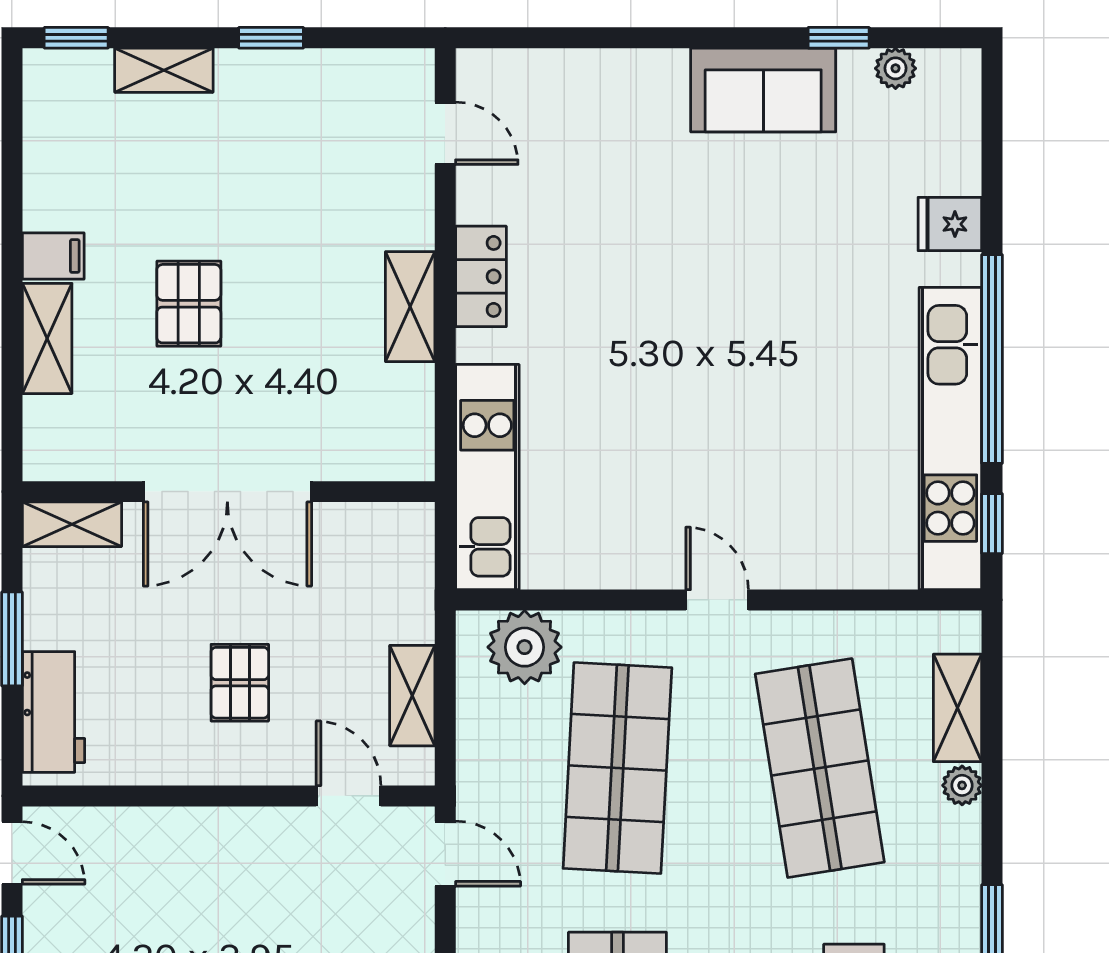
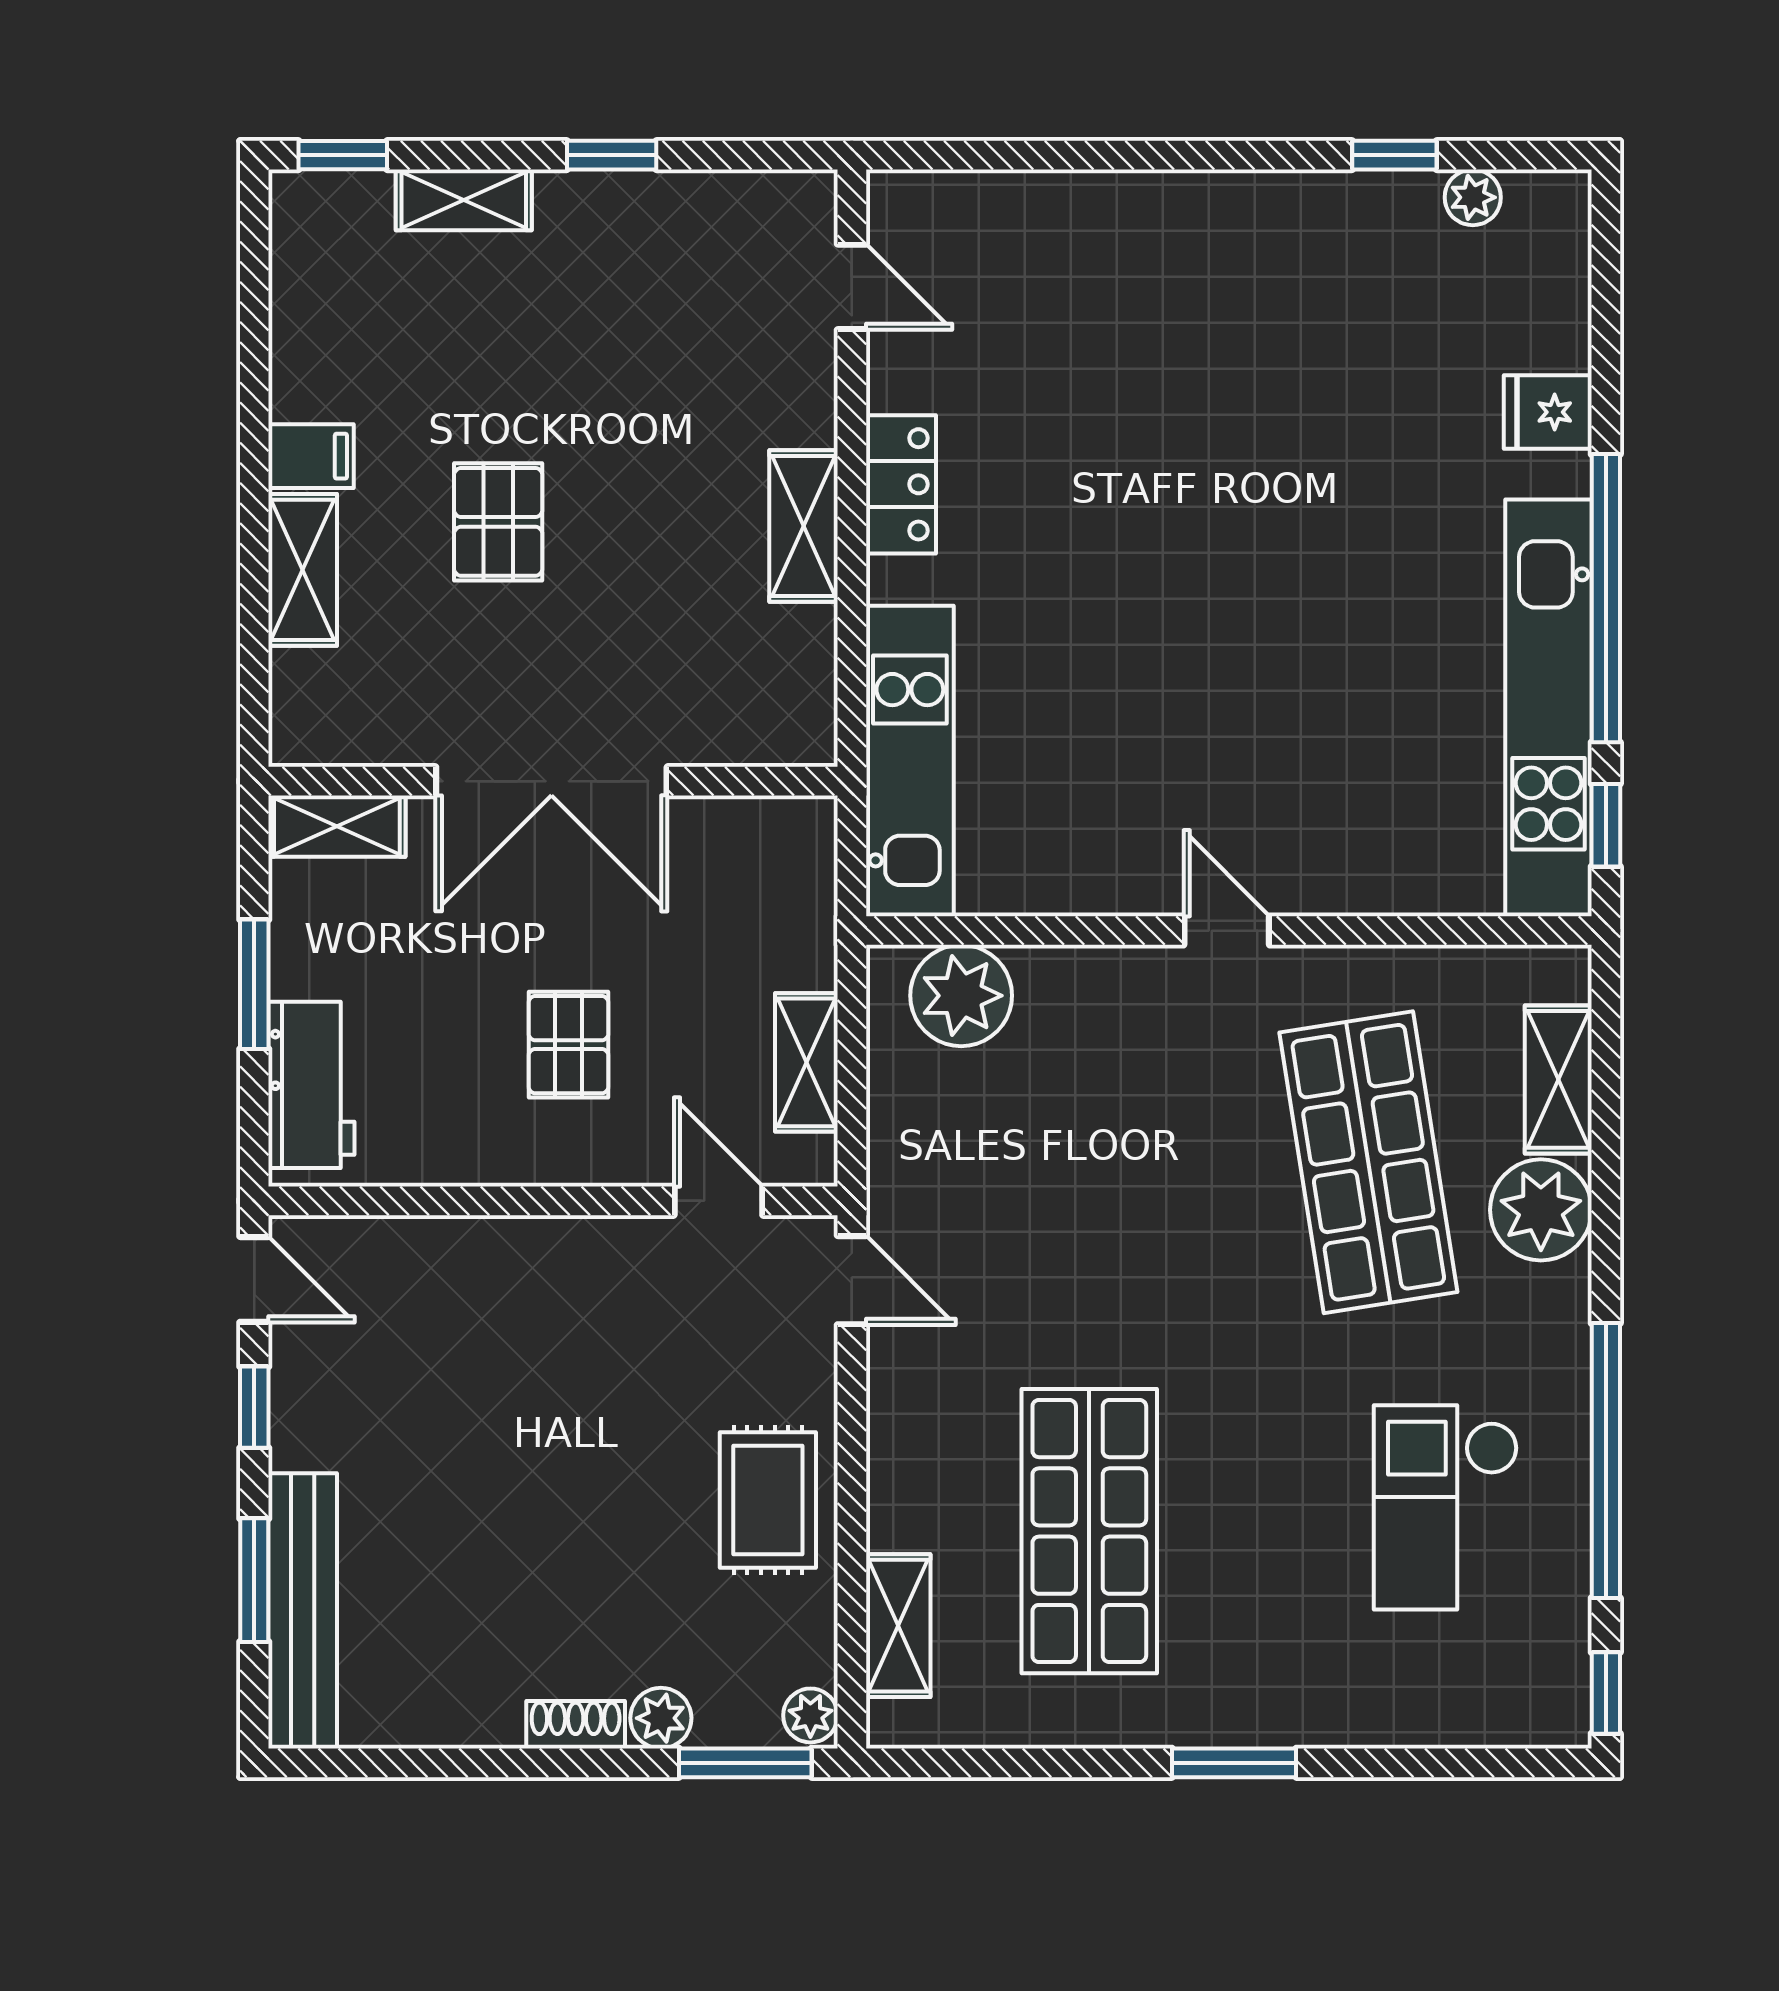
sofa: (763, 90) -> (1290, 227), removed
shop shelf: (617, 768) -> (1089, 1162), removed
plant: (962, 785) -> (1541, 1210), width x1.88, depth x1.88

